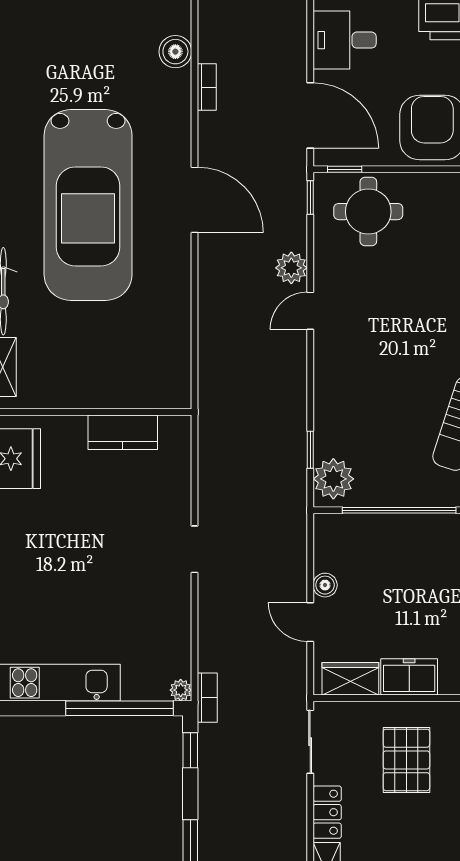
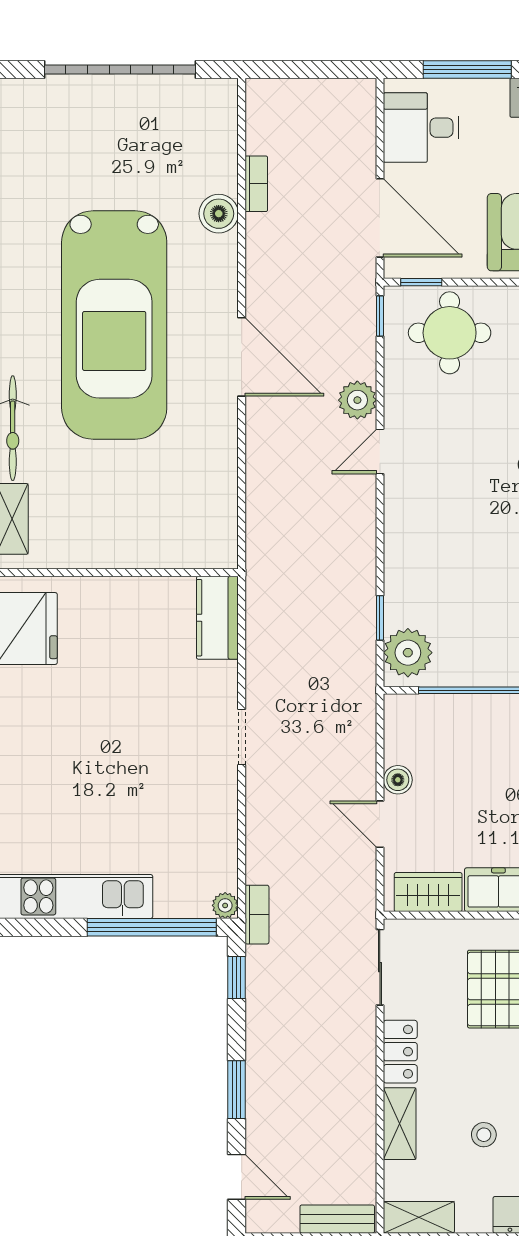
boiler: (175, 52) -> (219, 214), moved
door: (195, 200) -> (242, 357), moved
kitchen counter: (123, 432) -> (217, 618), moved, turned 90

